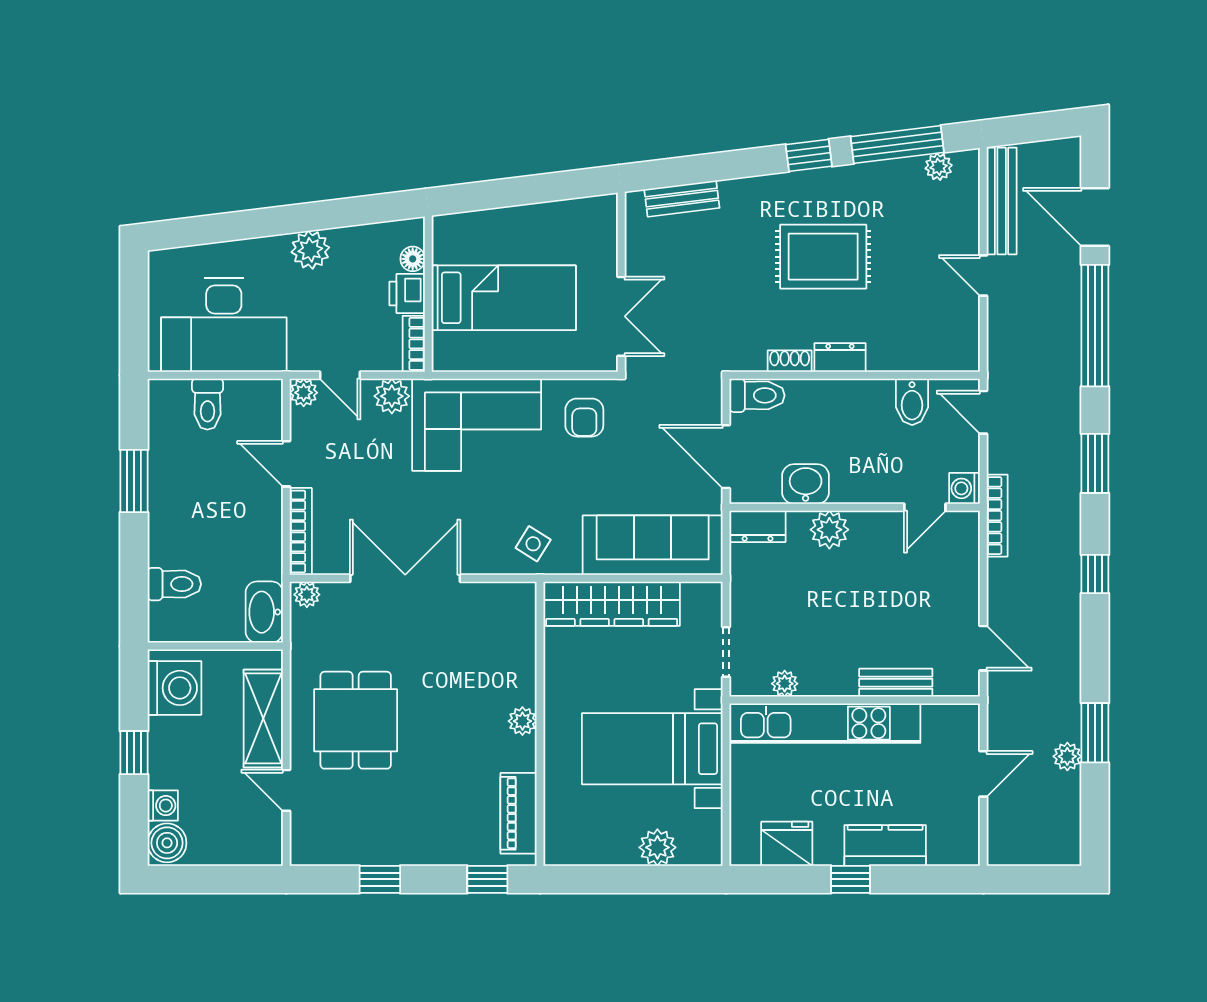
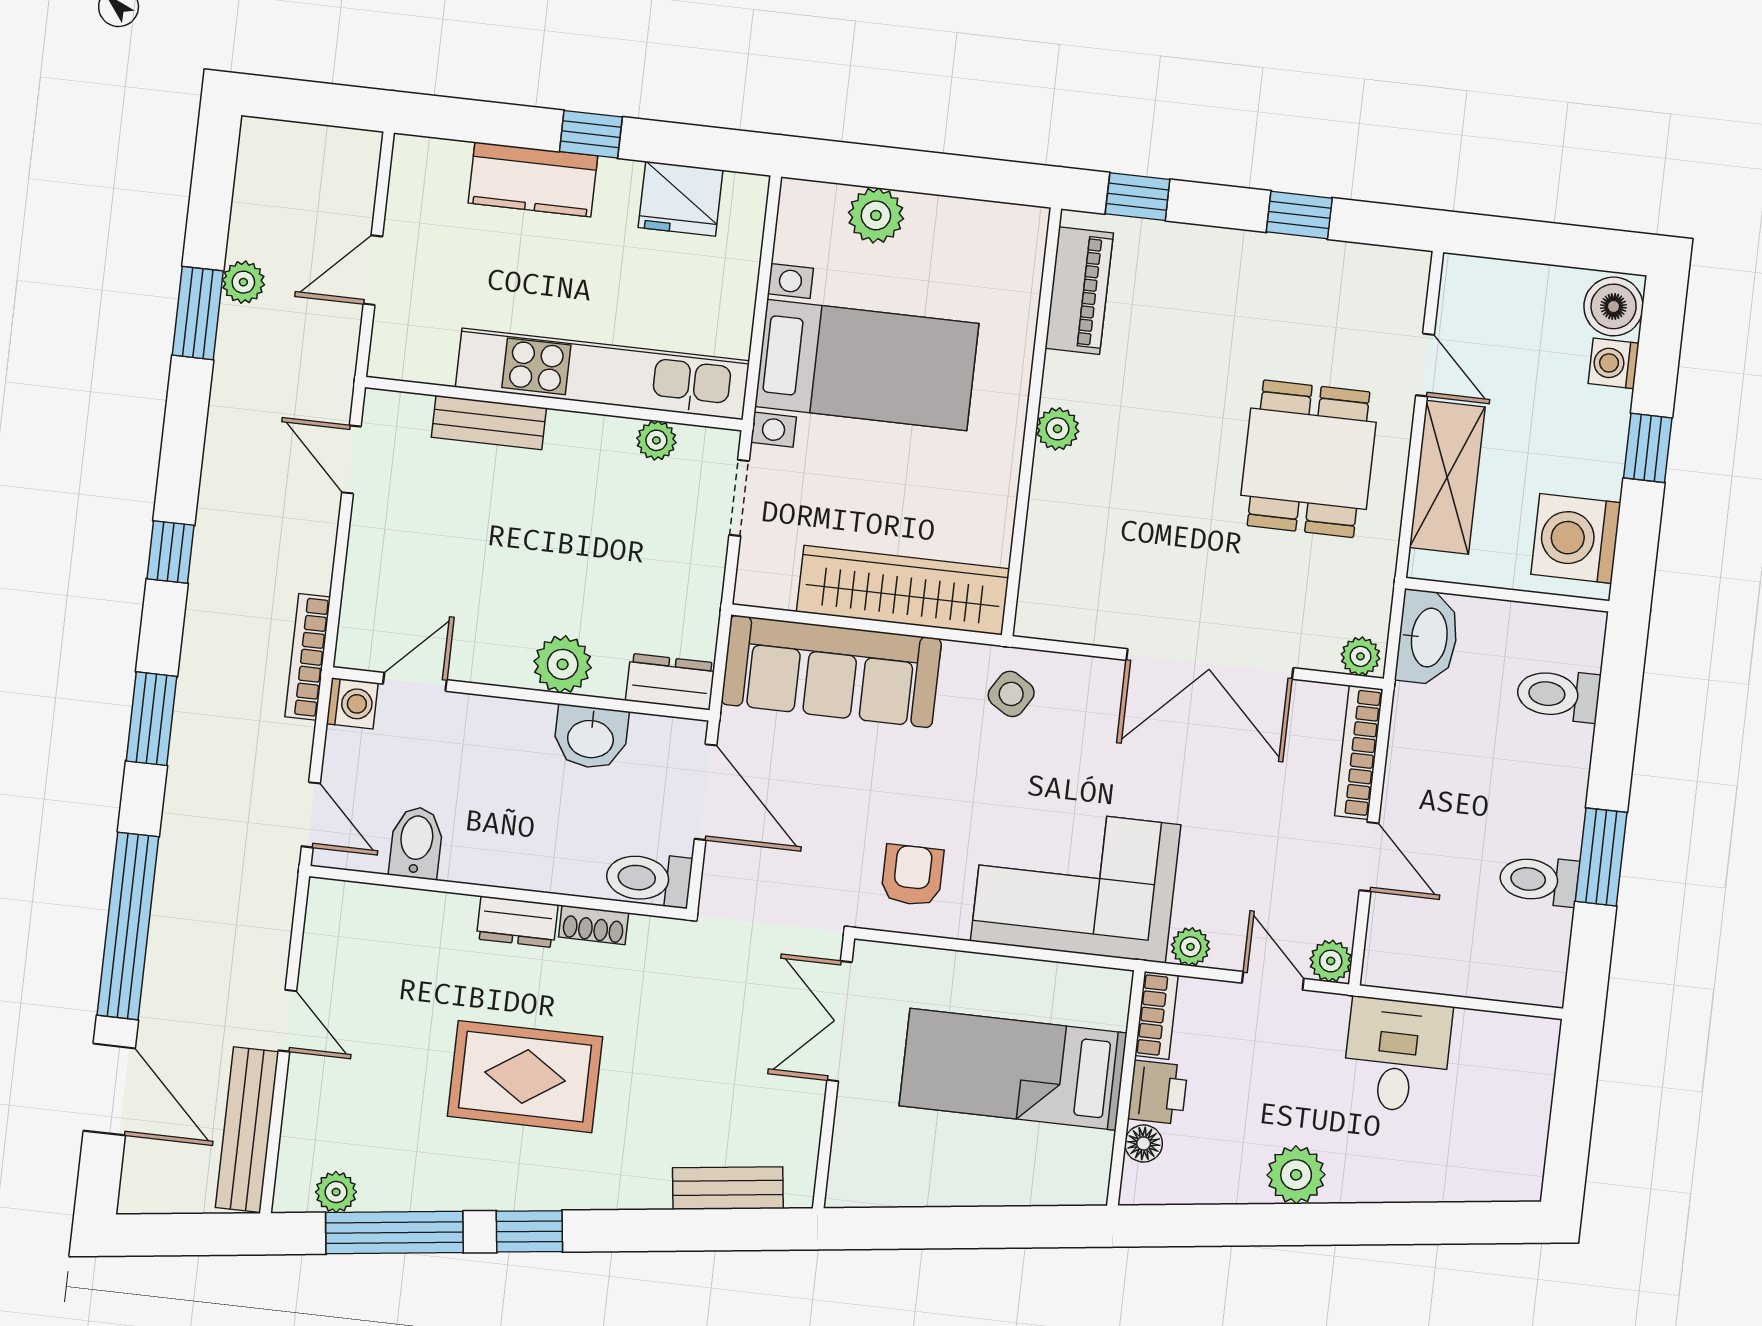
desk: (224, 325) -> (1397, 1055), width x0.53, depth x0.77
plant: (392, 396) -> (1191, 947), width x0.73, depth x0.73
toilet: (207, 404) -> (1539, 880), moved, turned -90

